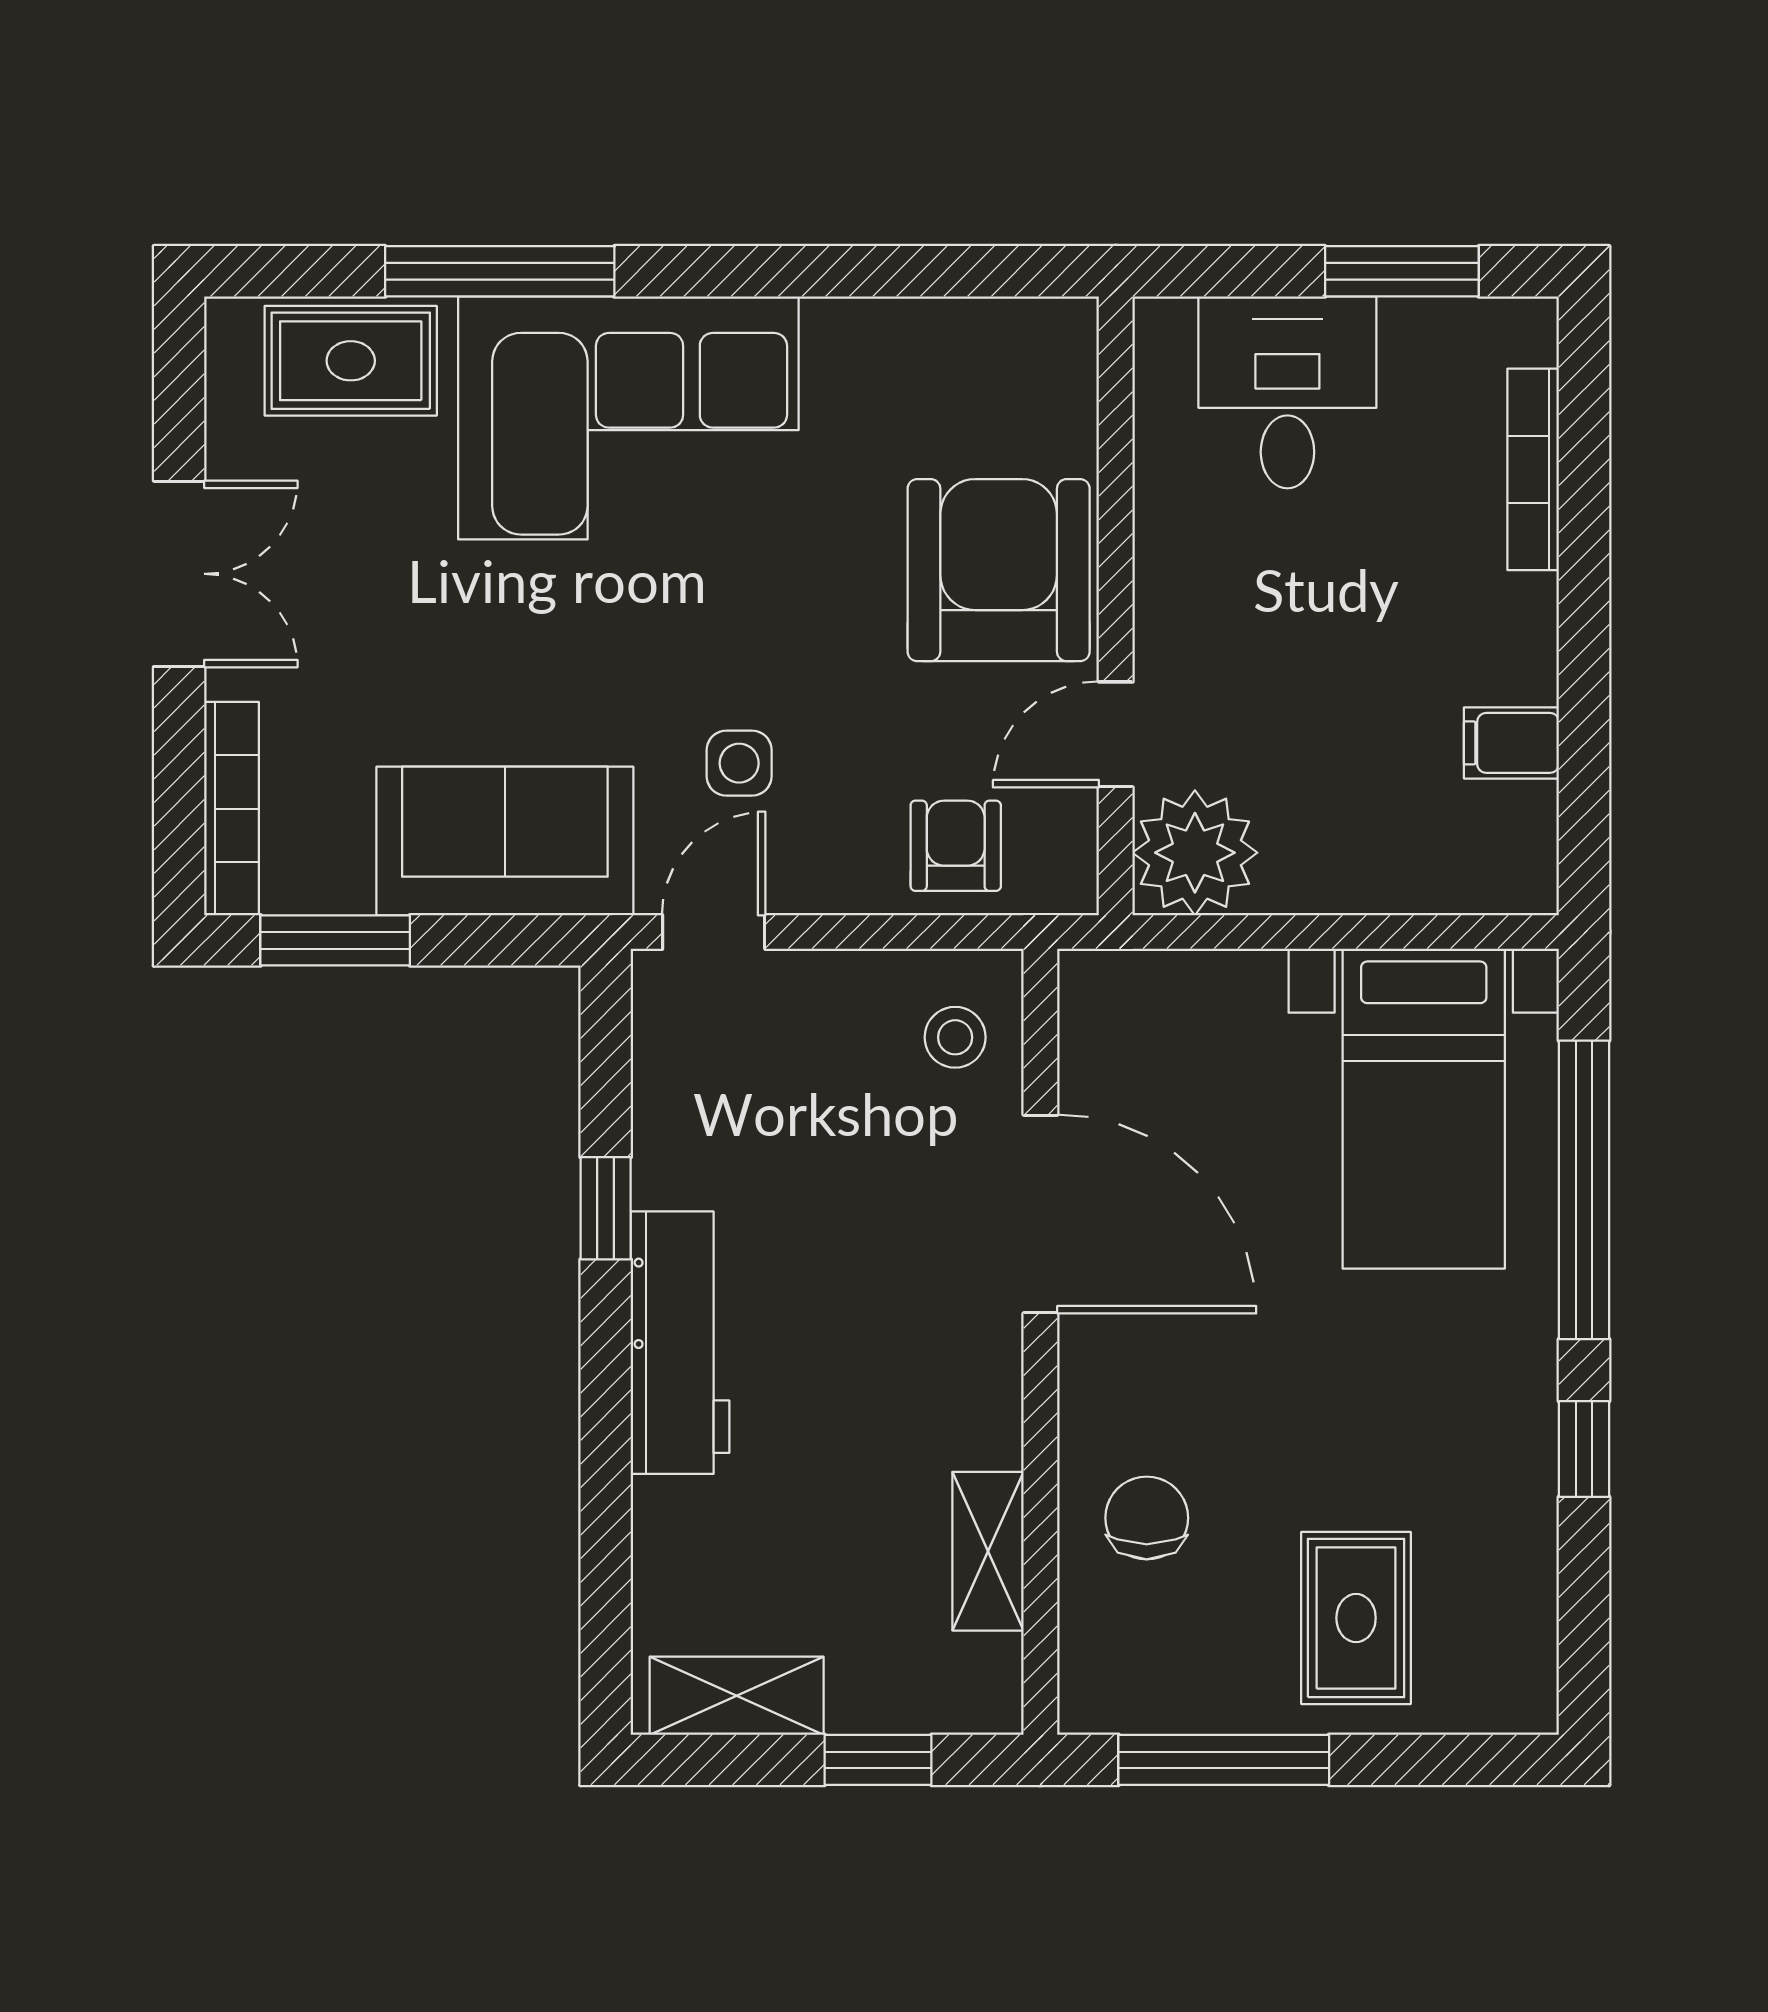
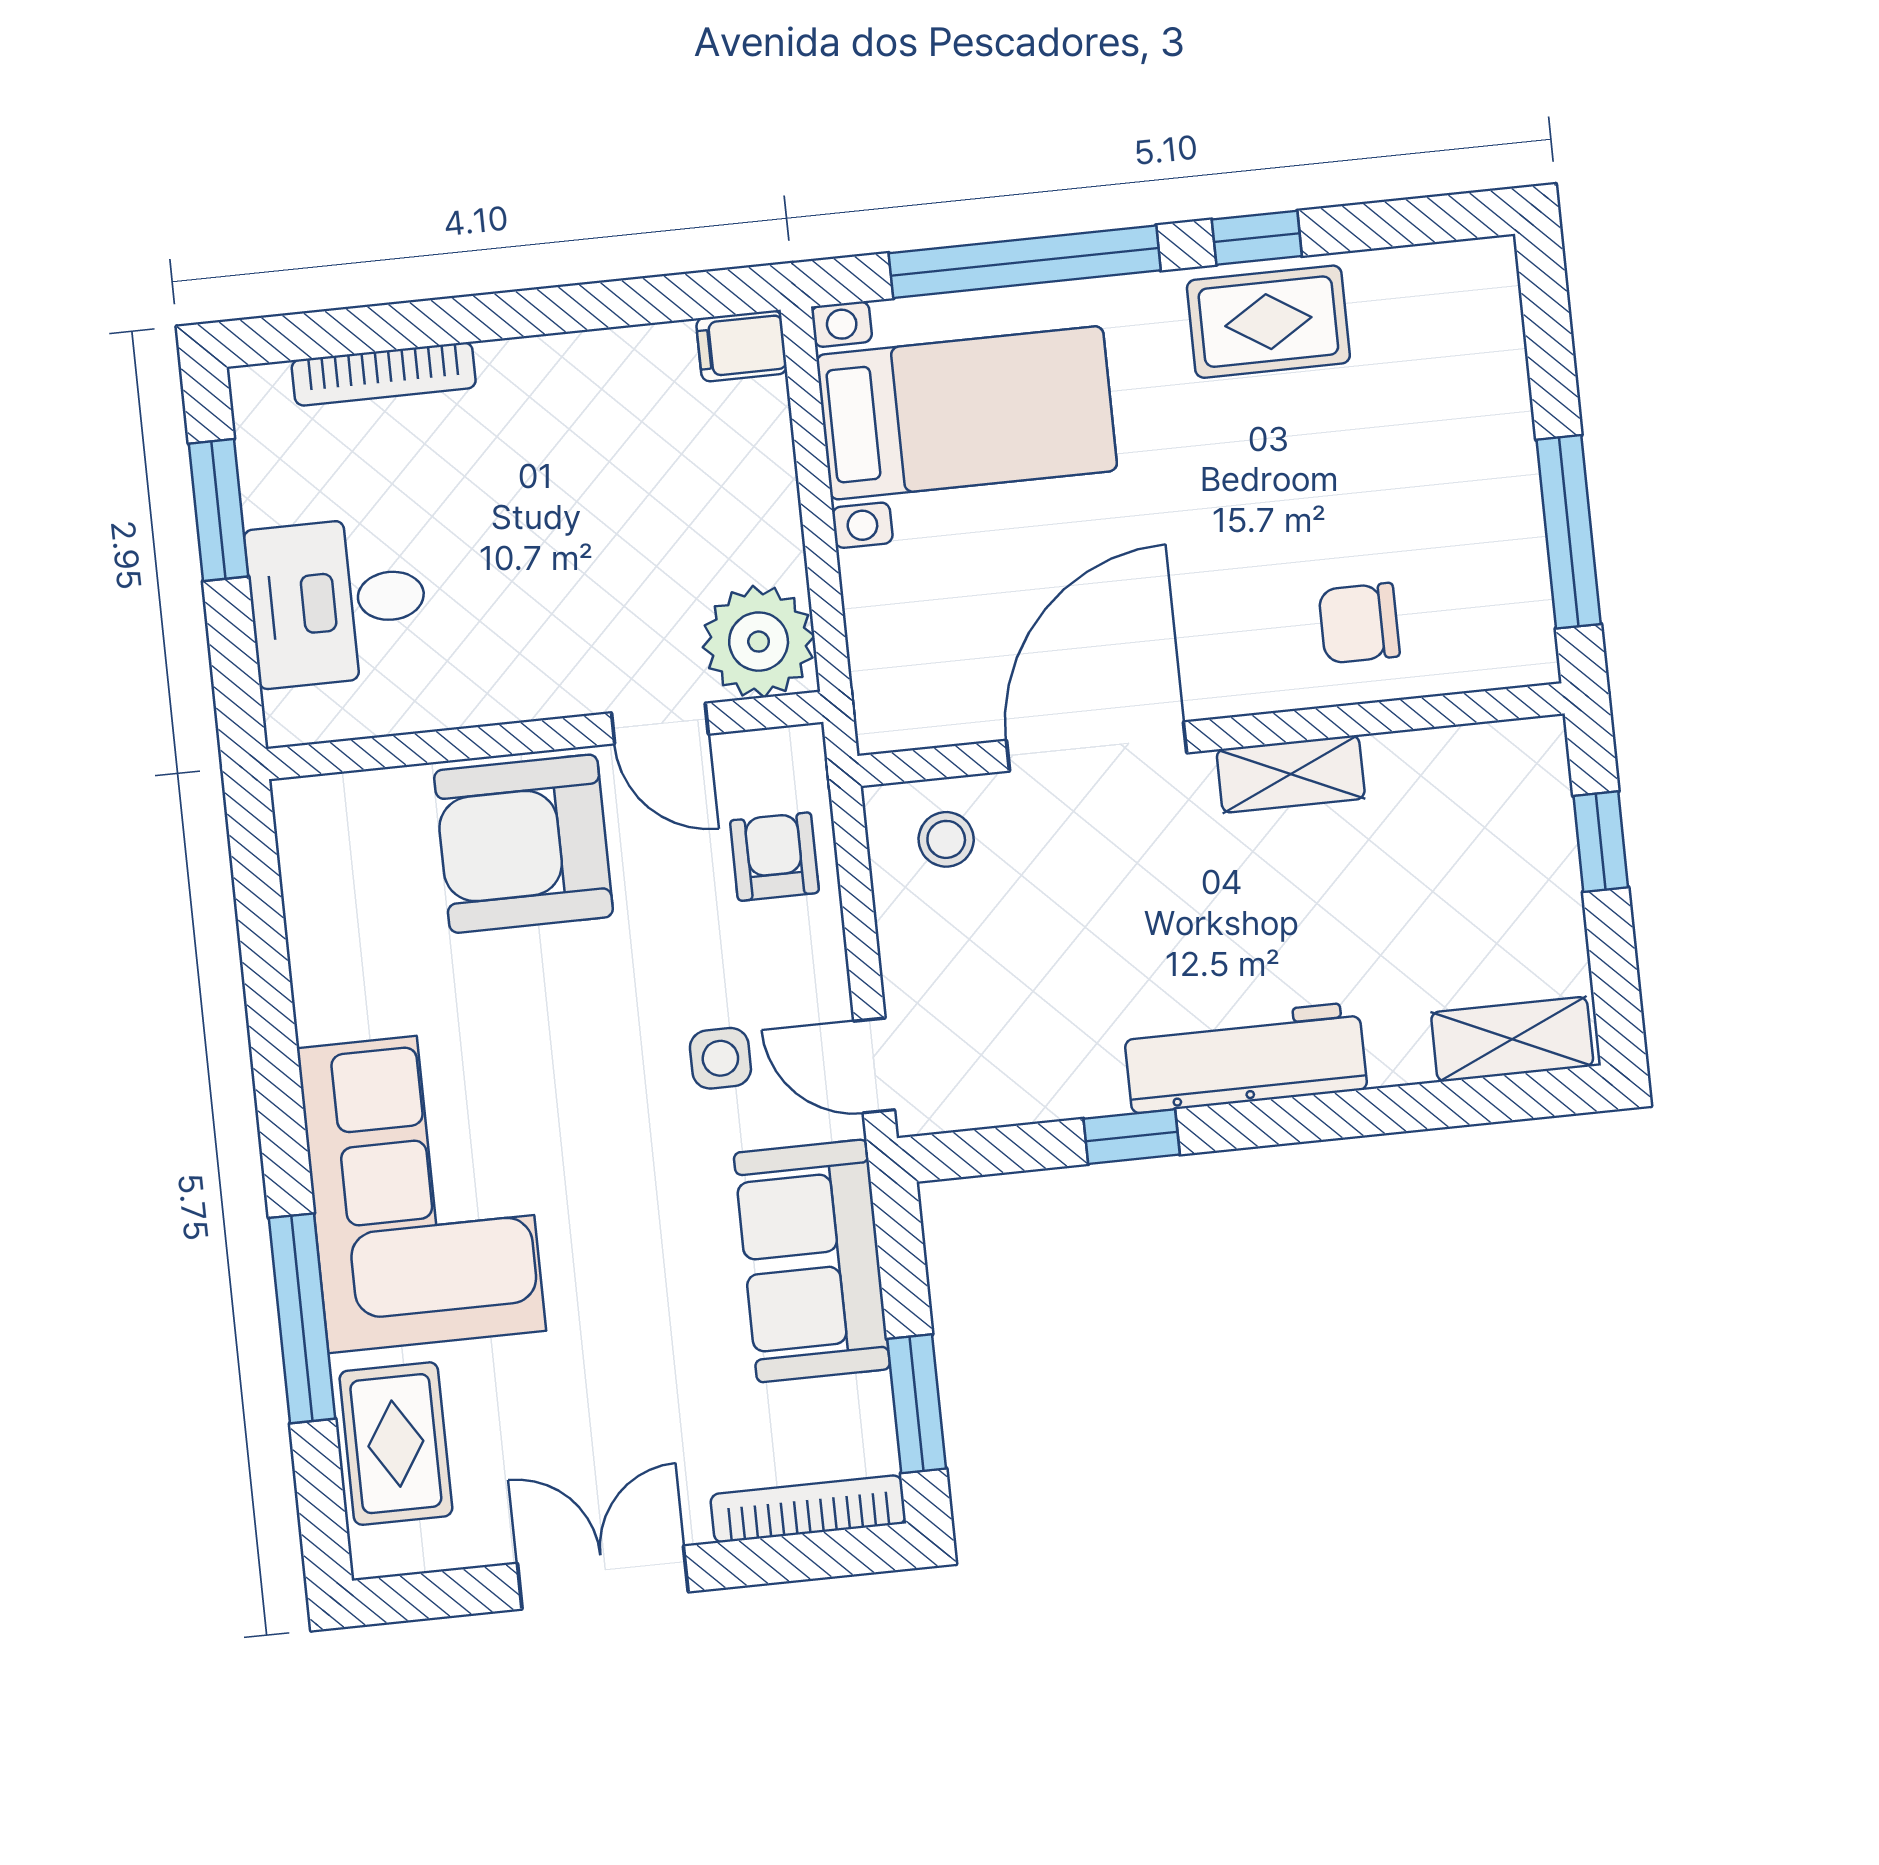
filing cabinet: (1511, 743) -> (742, 346), moved, turned 90
armchair: (956, 846) -> (774, 857), turned 90
shelving: (988, 1551) -> (1291, 774), moved
rug: (1356, 1618) -> (1268, 322), moved
shelving: (737, 1696) -> (1512, 1039), moved, turned 90

